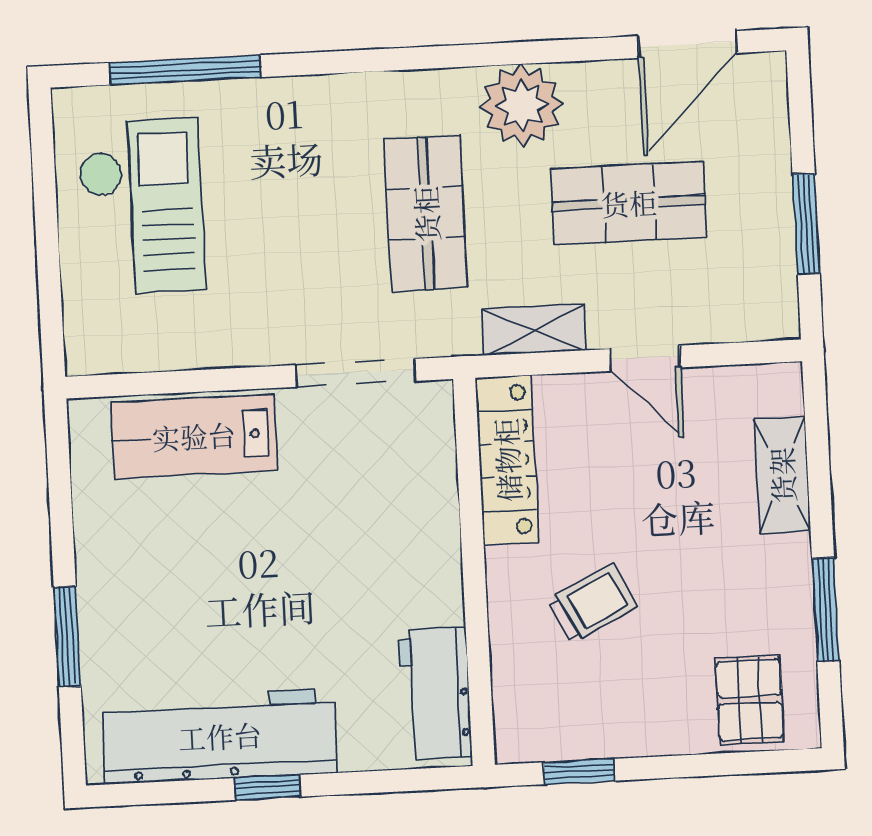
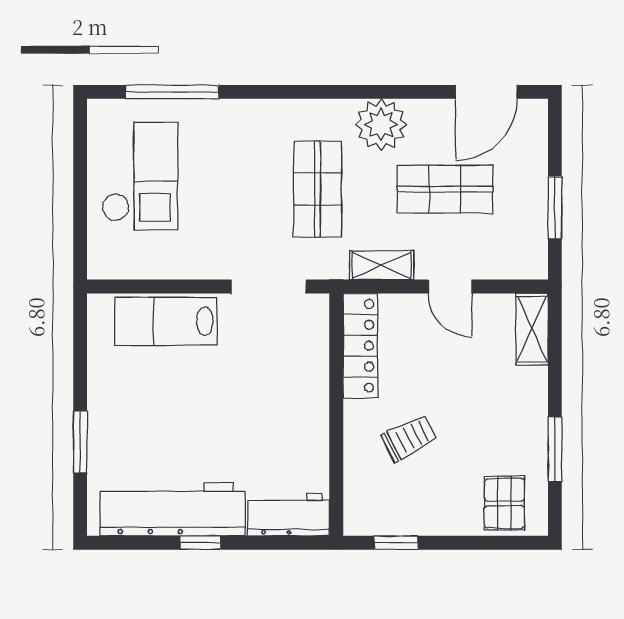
shelving: (782, 475) -> (532, 329), moved
workbench: (435, 693) -> (289, 515), moved, turned 90

